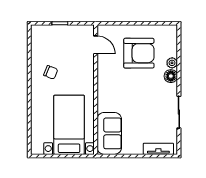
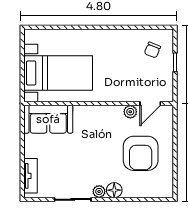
plant: (103, 62) -> (130, 112), added
plant: (172, 63) -> (99, 192), moved
chair: (51, 72) -> (152, 50), moved

